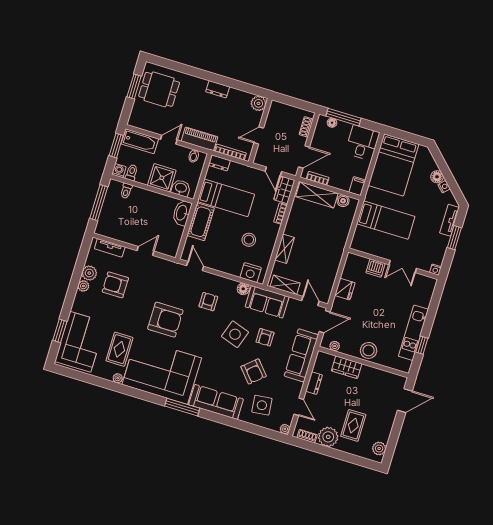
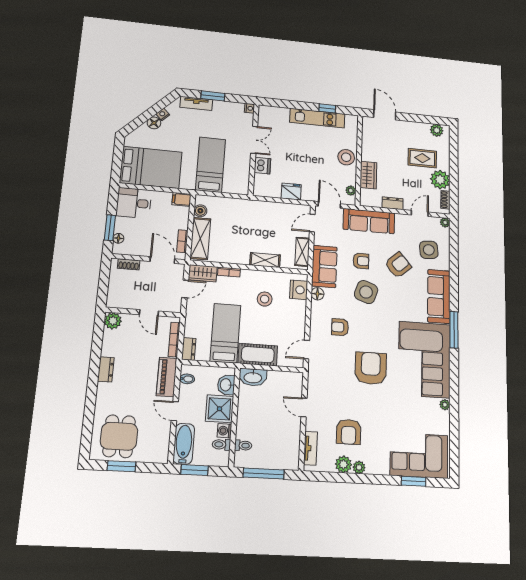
window: (343, 117) -> (110, 228), width x0.69
washing machine: (119, 171) -> (224, 431), moved
rug: (119, 349) -> (415, 410), removed

